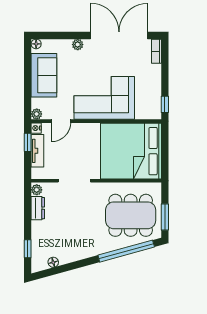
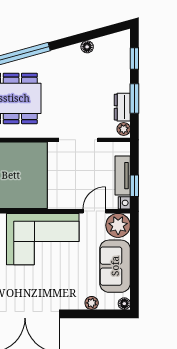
plant: (78, 45) -> (92, 303), moved
plant: (37, 114) -> (118, 225), width x1.88, depth x1.88
window: (28, 215) -> (134, 99), added
floor lamp: (53, 262) -> (87, 47), moved

